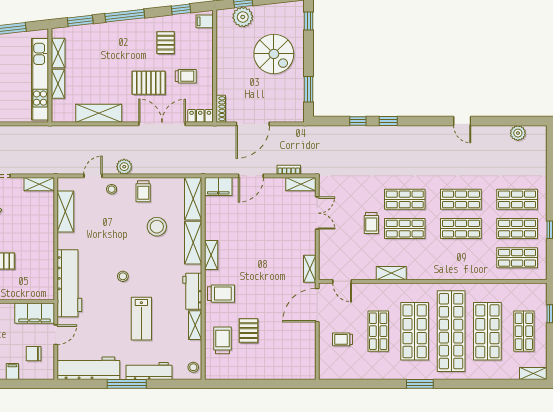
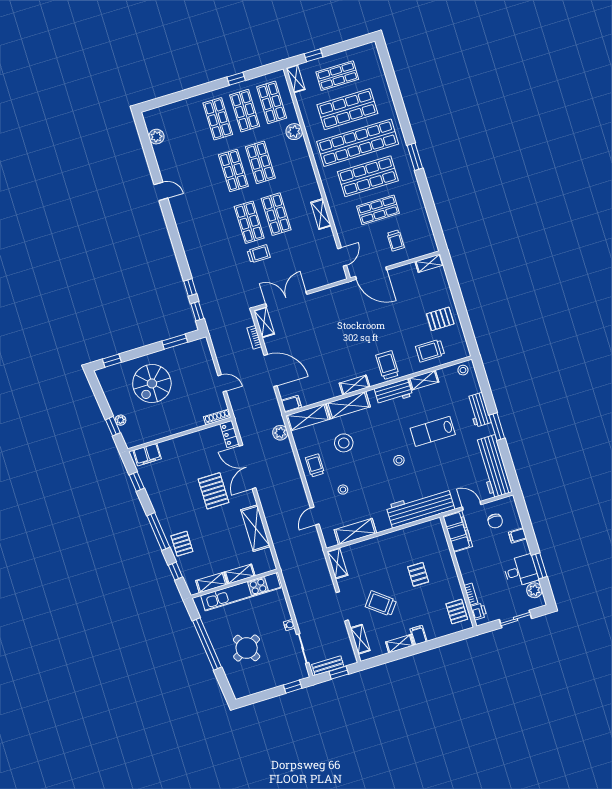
plant: (243, 17) -> (121, 420), width x0.53, depth x0.53
window: (80, 21) -> (175, 571), width x0.67
filing cabinet: (205, 21) -> (147, 455), width x2.00
pallet: (166, 43) -> (182, 544), moved, turned 90
spiral stairs: (274, 54) -> (152, 383), turned 180
trolley: (186, 76) -> (197, 458), removed
window: (388, 121) -> (197, 311), moved
door: (462, 121) -> (161, 191), hinge flipped
door: (253, 124) -> (222, 383), width x0.53
plant: (124, 167) -> (280, 433), moved
door: (93, 176) -> (315, 516), hinge flipped
door: (251, 176) -> (271, 370), width x1.36
filing cabinet: (218, 186) -> (291, 404), width x0.50
stool: (112, 189) -> (343, 490), moved
trolley: (143, 191) -> (315, 465), turned -90
double door: (317, 213) -> (286, 299), width x1.37
trolley: (371, 223) -> (259, 254), moved
shelving: (310, 269) -> (429, 263), moved
plant: (481, 271) -> (294, 132), added
lab bench: (141, 319) -> (433, 431), turned 180
pallet: (249, 331) -> (440, 319), moved
workbench: (149, 371) -> (479, 410), width x0.73
shelving: (533, 373) -> (296, 79), moved
window: (127, 384) -> (497, 427), width x0.69

